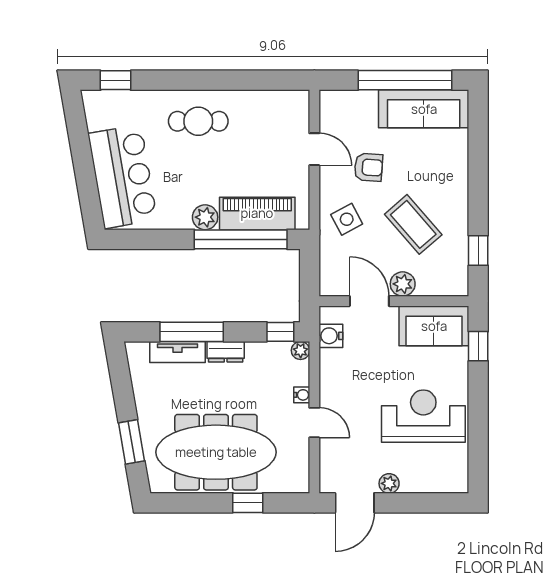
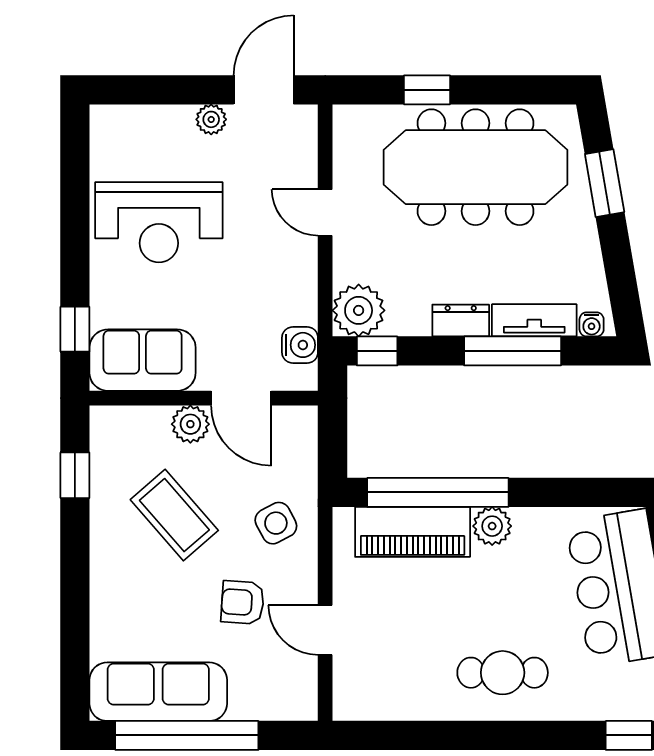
plant: (301, 350) -> (359, 310), width x1.88, depth x1.88
water cooler: (302, 395) -> (592, 324), moved, turned -90

